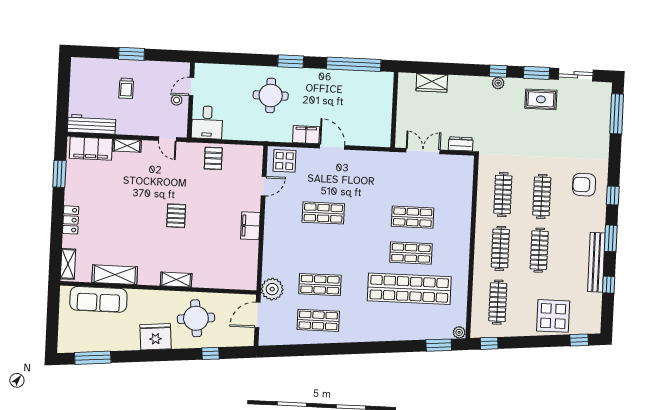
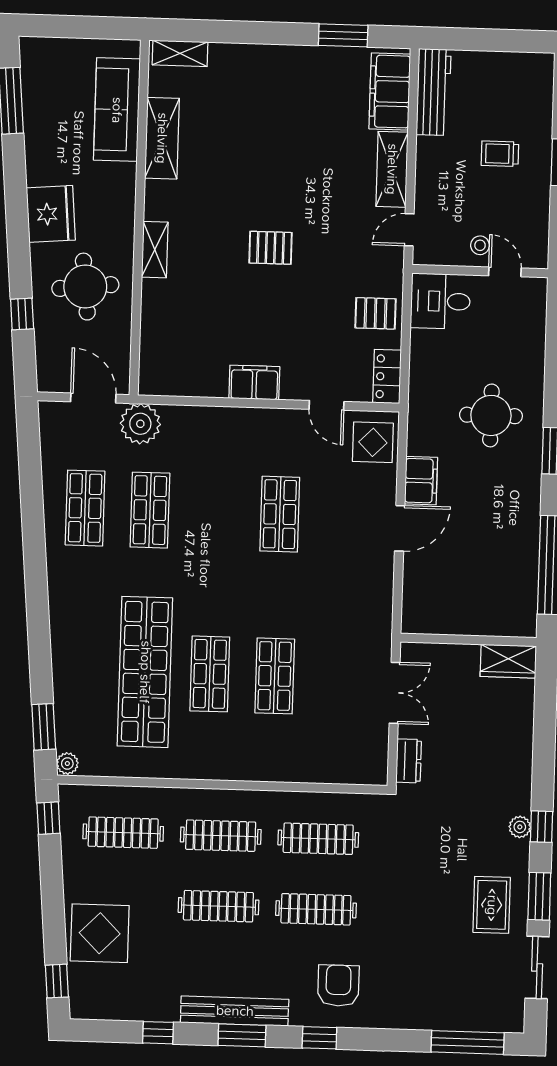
wardrobe: (432, 83) -> (508, 661), moved, turned -90
shelving: (127, 146) -> (392, 169), width x1.50, depth x1.33
locker: (71, 220) -> (387, 376), moved, turned 90
bench: (596, 262) -> (235, 1011), moved

